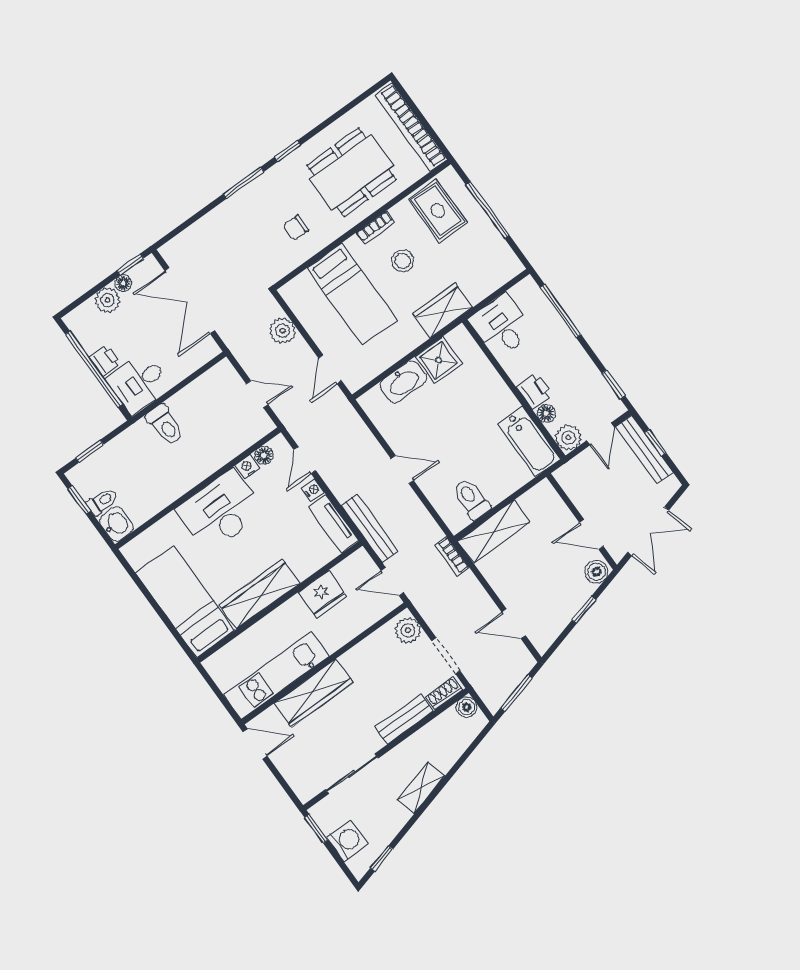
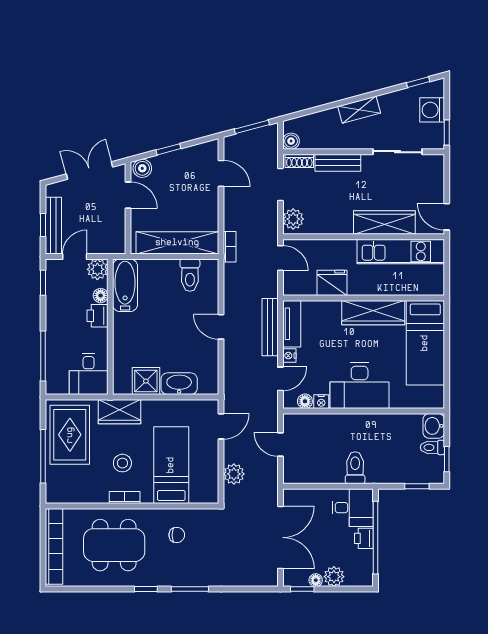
rug: (438, 211) -> (70, 435), moved, width x1.36, depth x1.43
bench: (370, 528) -> (270, 327), moved
shelving: (494, 532) -> (177, 243), width x1.47

